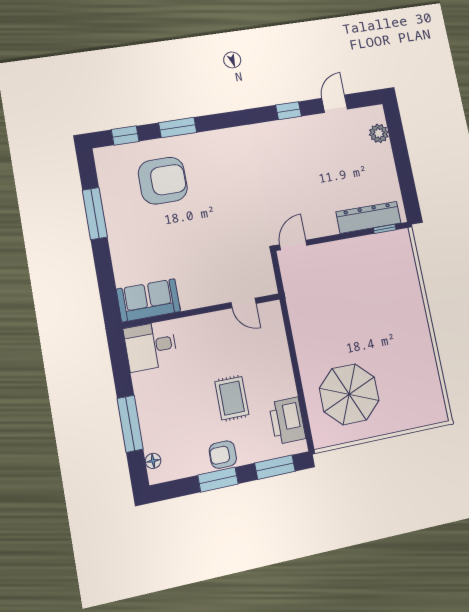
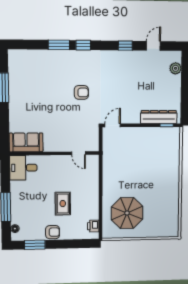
window: (125, 135) -> (83, 45), moved
armchair: (163, 181) -> (81, 92), moved, width x0.53, depth x0.53
printer: (287, 421) -> (93, 226), width x0.53, depth x0.68
armchair: (223, 455) -> (53, 232), turned 180
window: (275, 467) -> (79, 244), removed
window: (218, 480) -> (35, 245), moved

